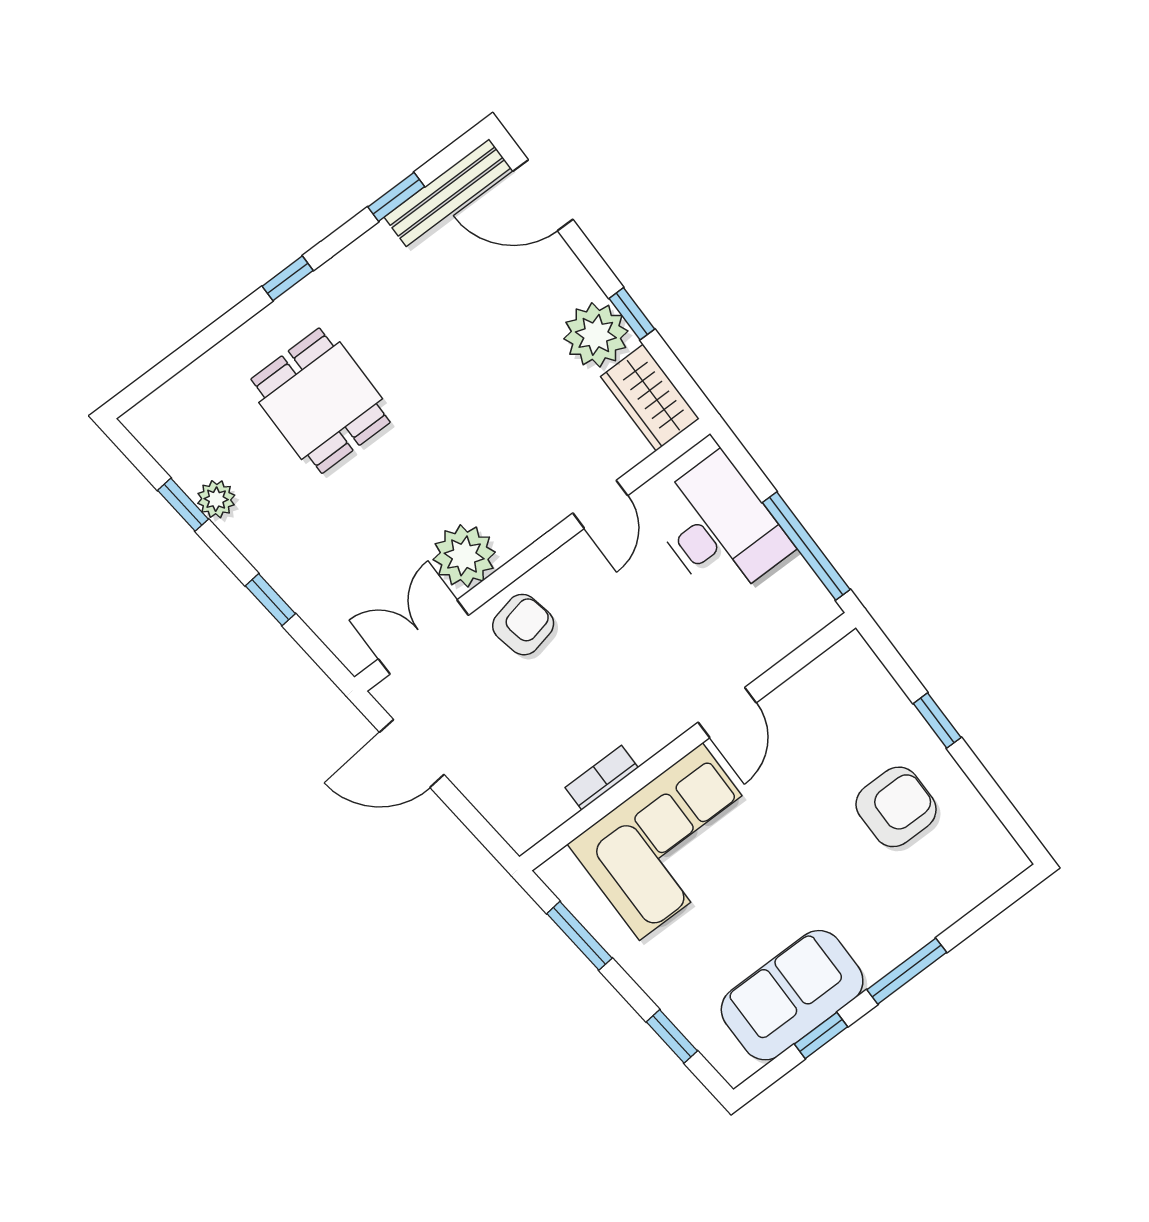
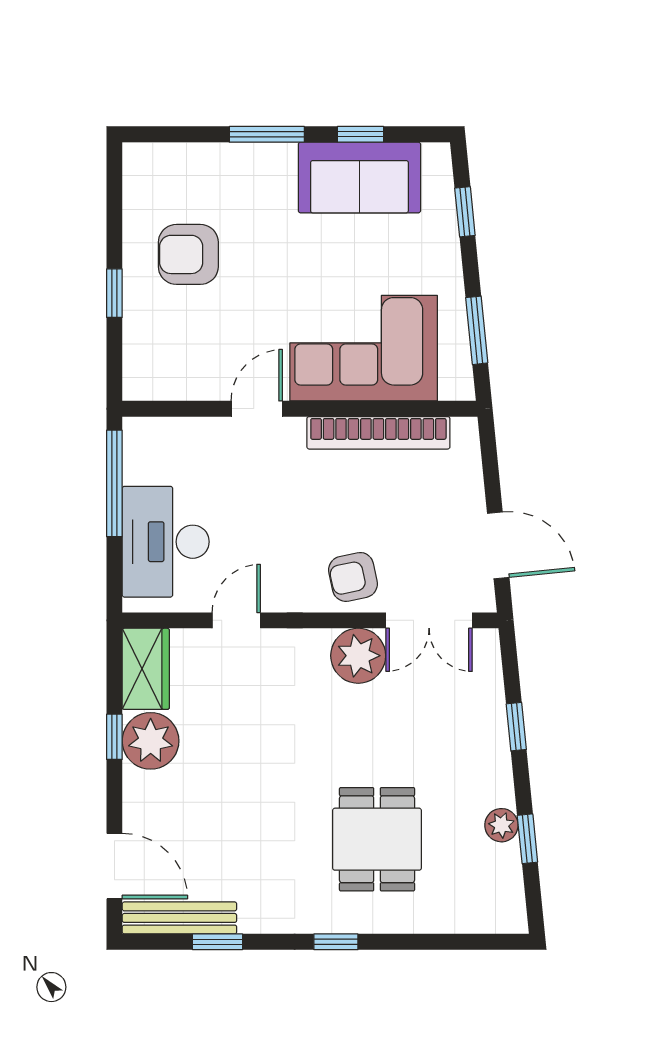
bookcase: (602, 778) -> (378, 433), width x2.31, depth x1.31

